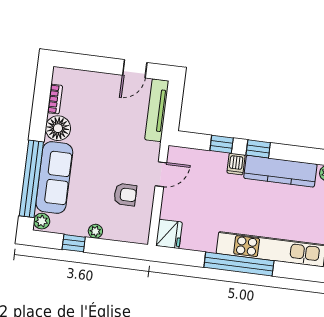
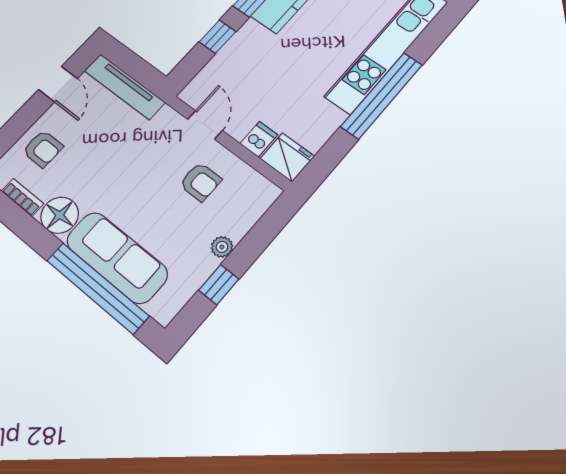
armchair: (90, 89) -> (43, 149), added
dishwasher: (236, 164) -> (259, 139), moved, turned -90
armchair: (125, 195) -> (200, 182), turned 90
plant: (42, 221) -> (161, 309), removed

